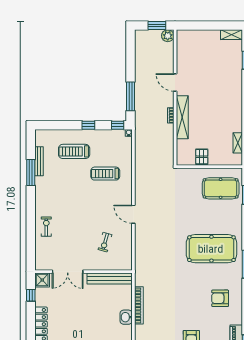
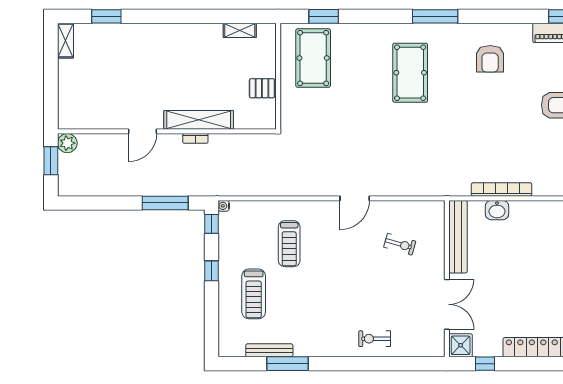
pool table: (211, 249) -> (410, 73), width x0.73, depth x0.76
washbasin: (126, 317) -> (497, 210), moved

